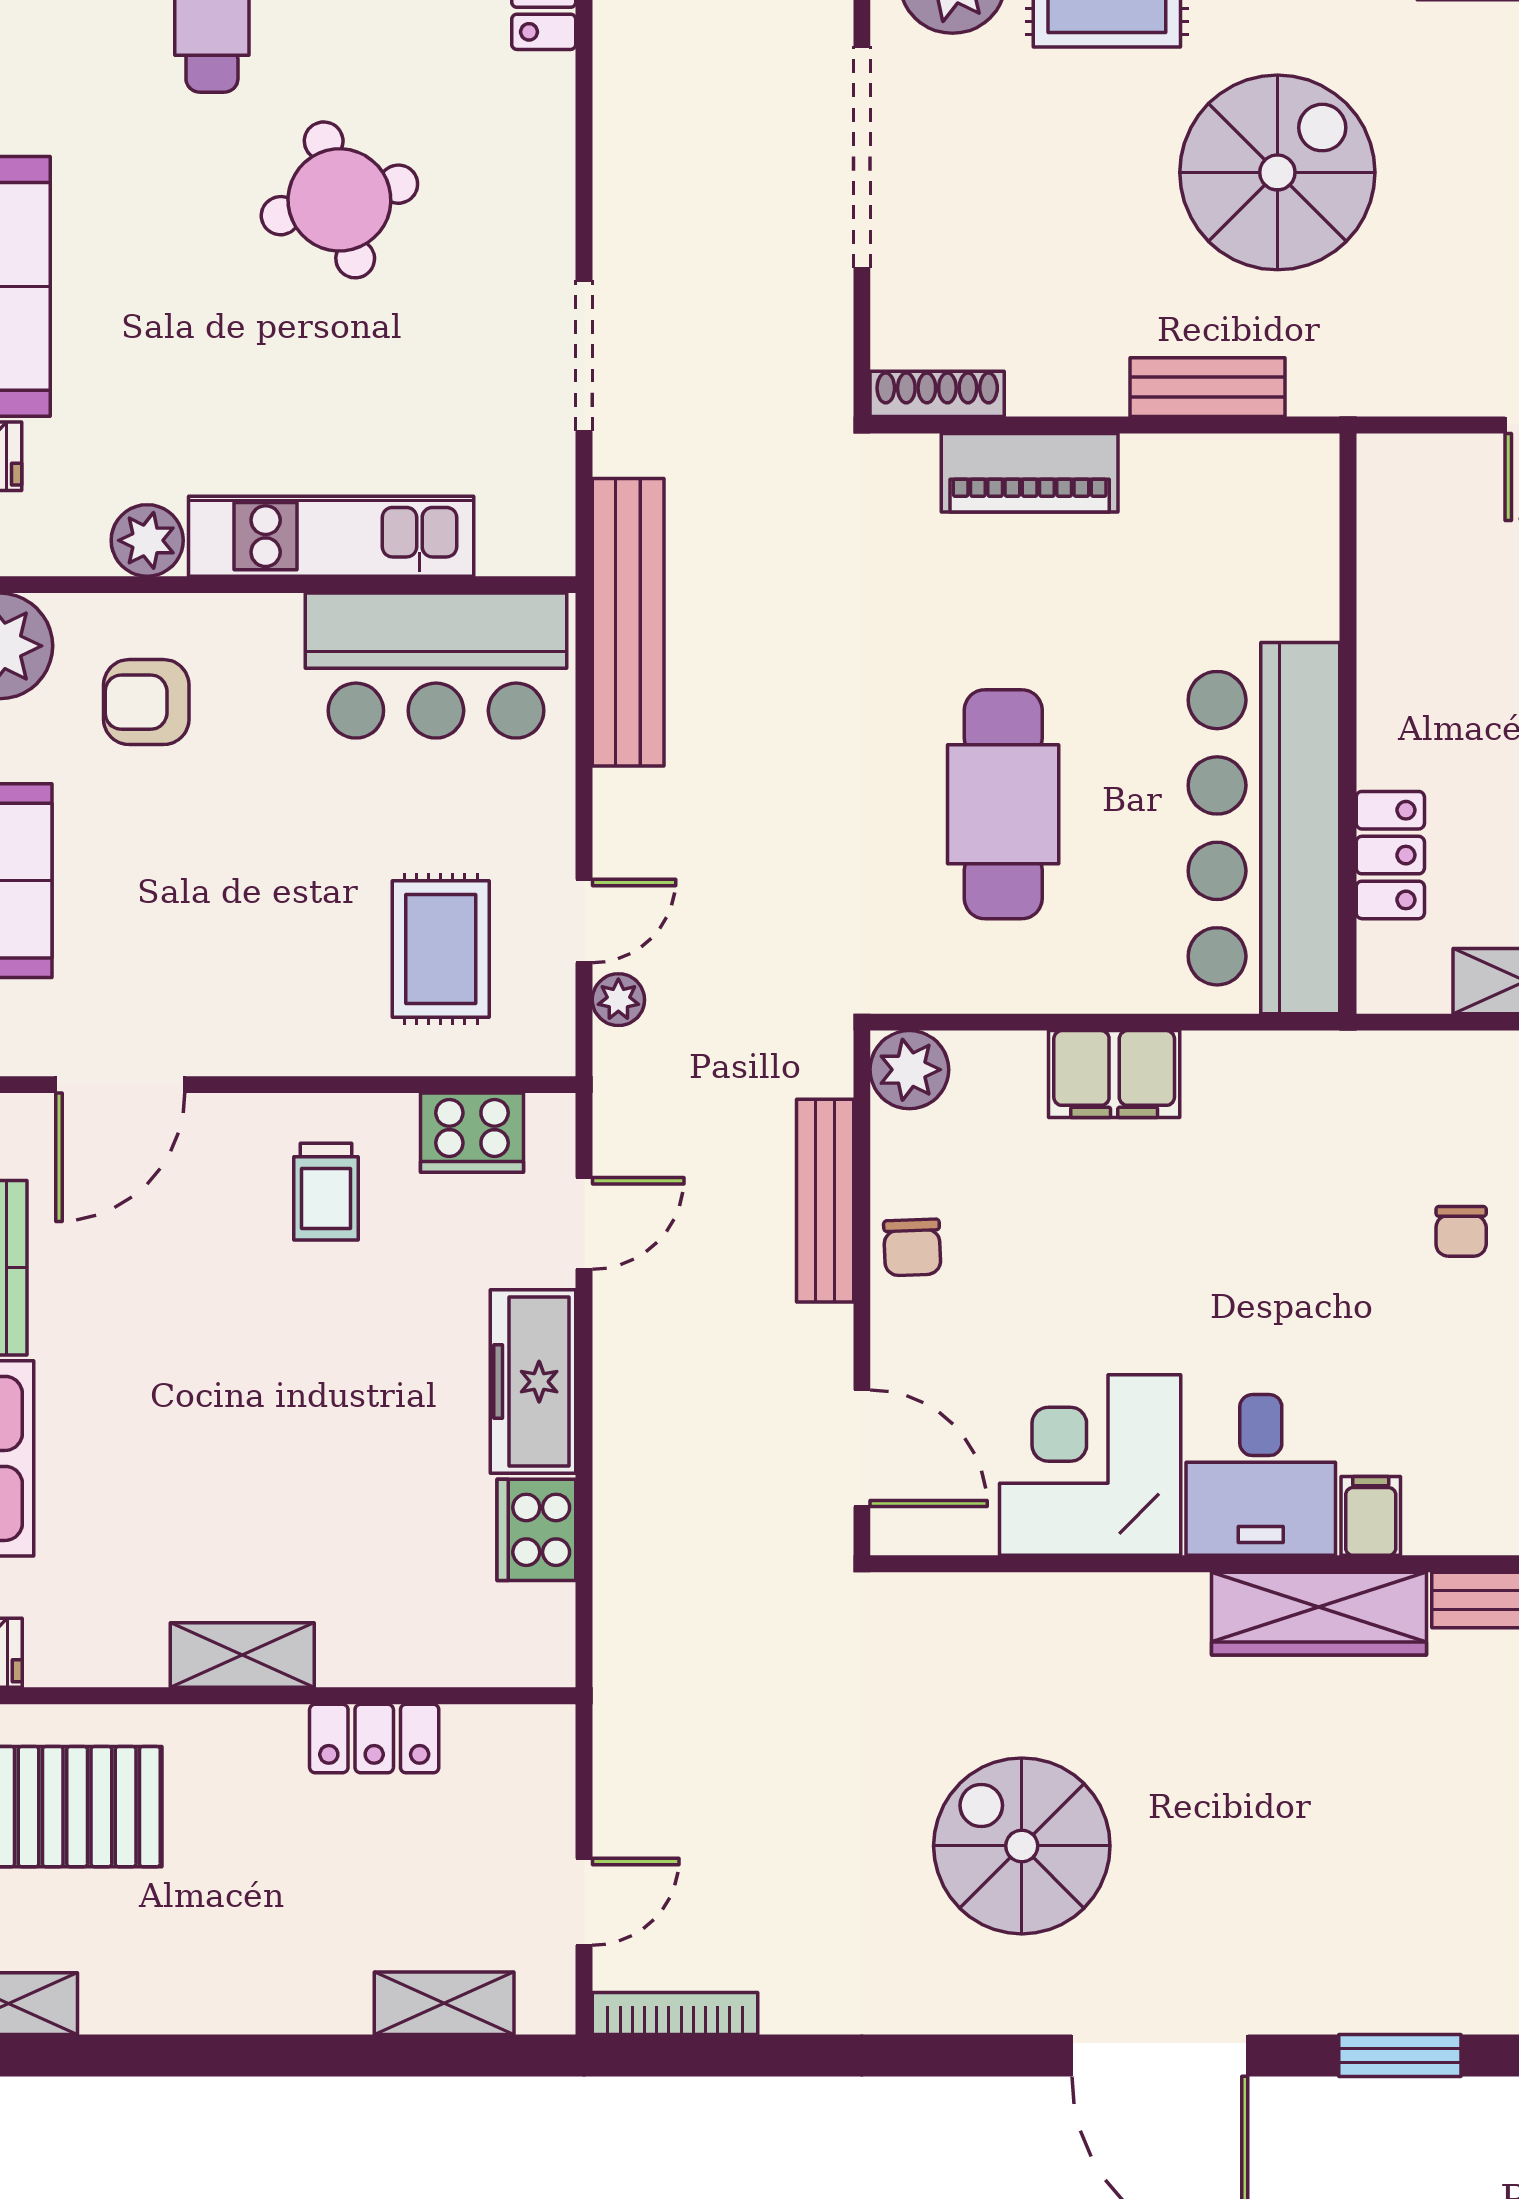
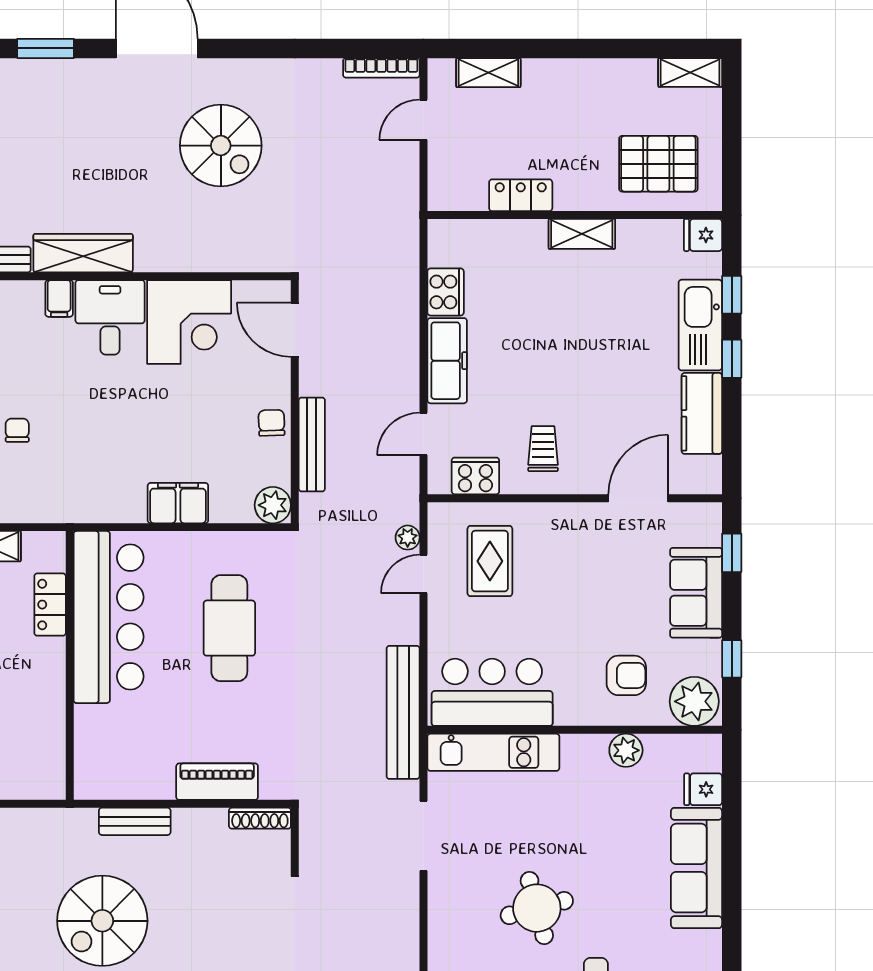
kitchen unit: (331, 536) -> (493, 752), moved

